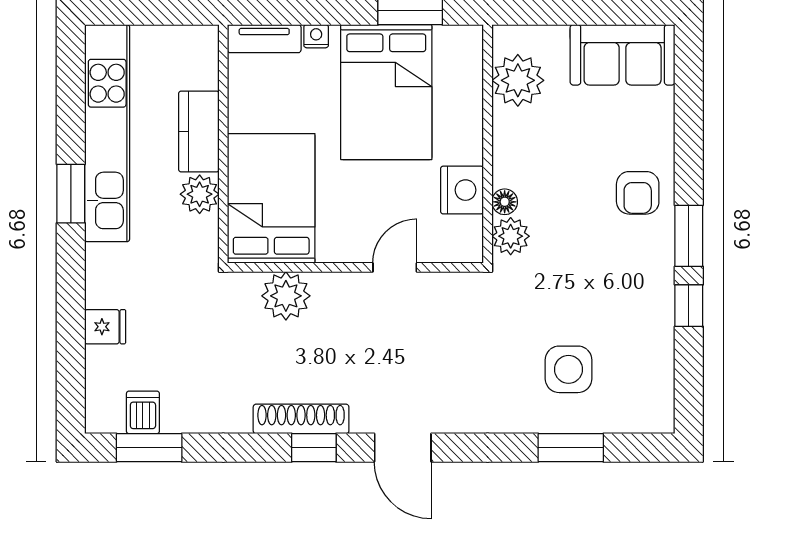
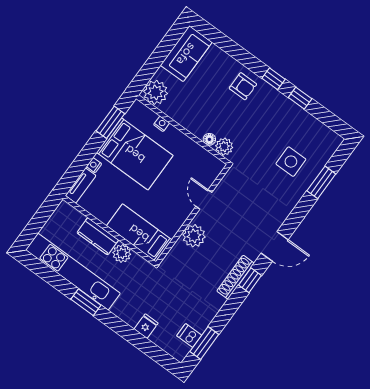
plant: (518, 80) -> (155, 92), moved
nightstand: (462, 190) -> (162, 124), moved, width x0.53, depth x0.56
bed: (271, 198) -> (139, 233), width x0.67
window: (689, 236) -> (273, 79), width x0.67
plant: (286, 296) -> (194, 236), moved

